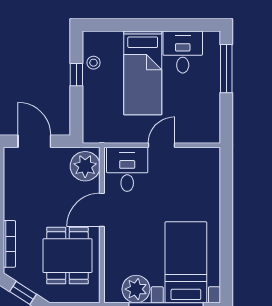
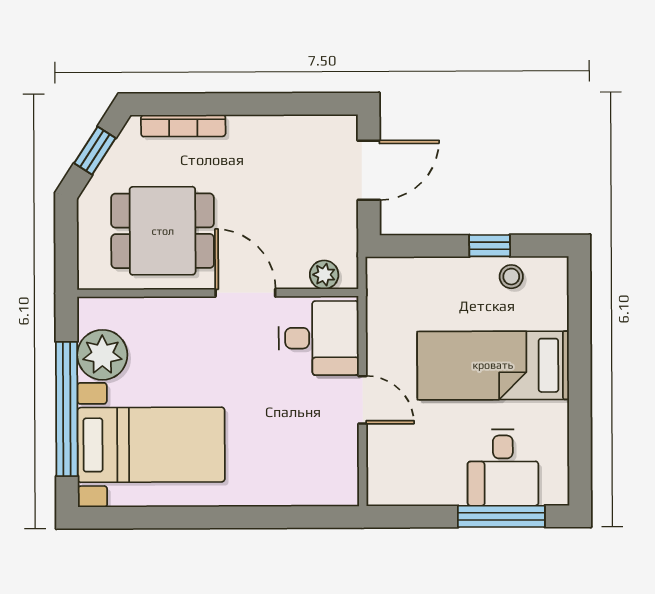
desk: (183, 52) -> (503, 468), moved, turned 90
plant: (85, 166) -> (324, 275), width x0.53, depth x0.53

